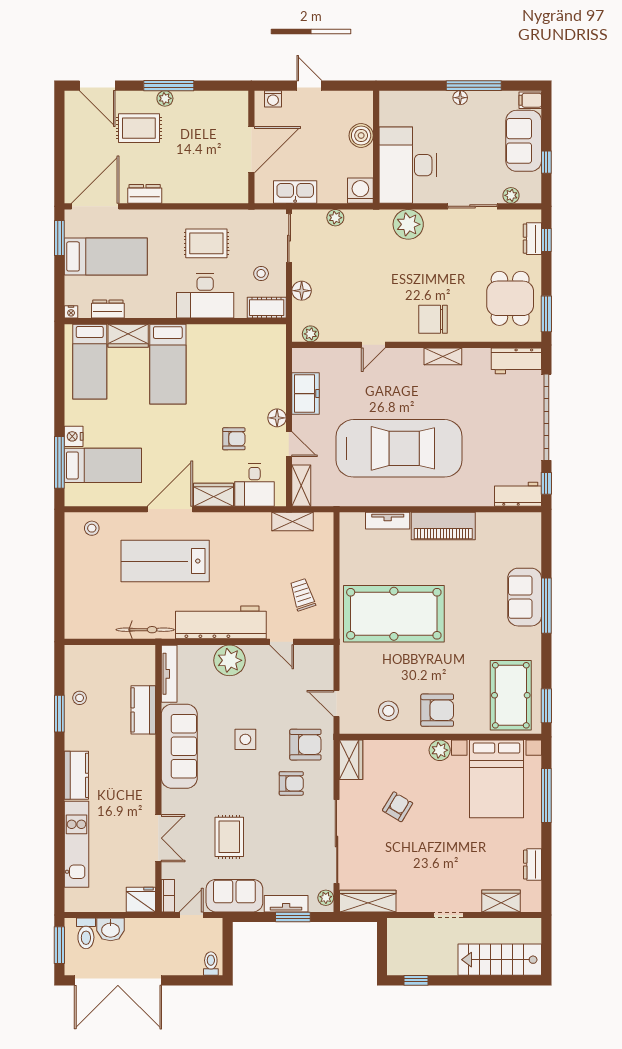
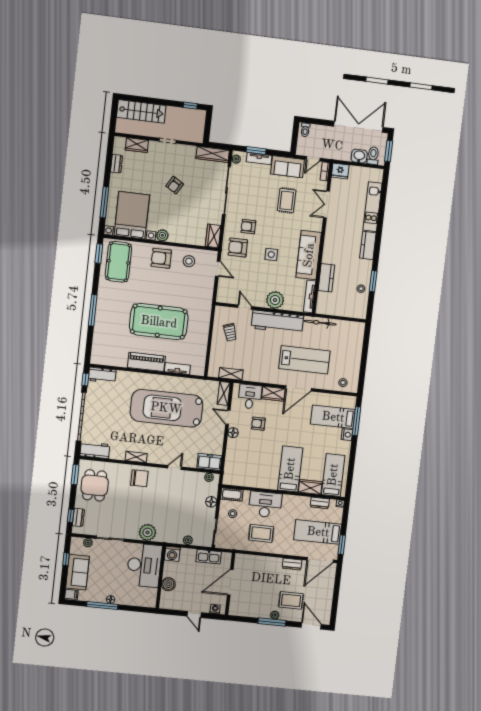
freezer: (306, 394) -> (209, 462), moved, turned 90
sofa: (525, 597) -> (105, 317), removed
pool table: (394, 614) -> (159, 322), moved
armchair: (398, 807) -> (175, 185), moved

